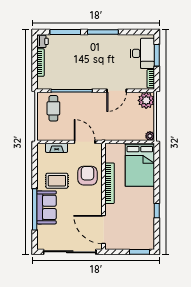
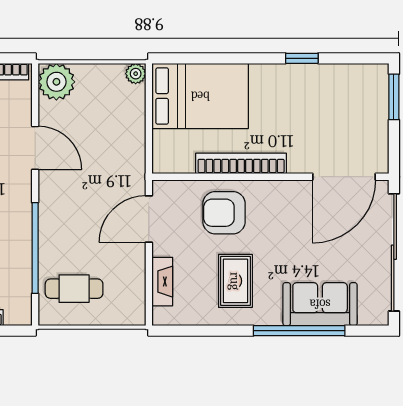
sofa: (46, 207) -> (320, 304), moved

